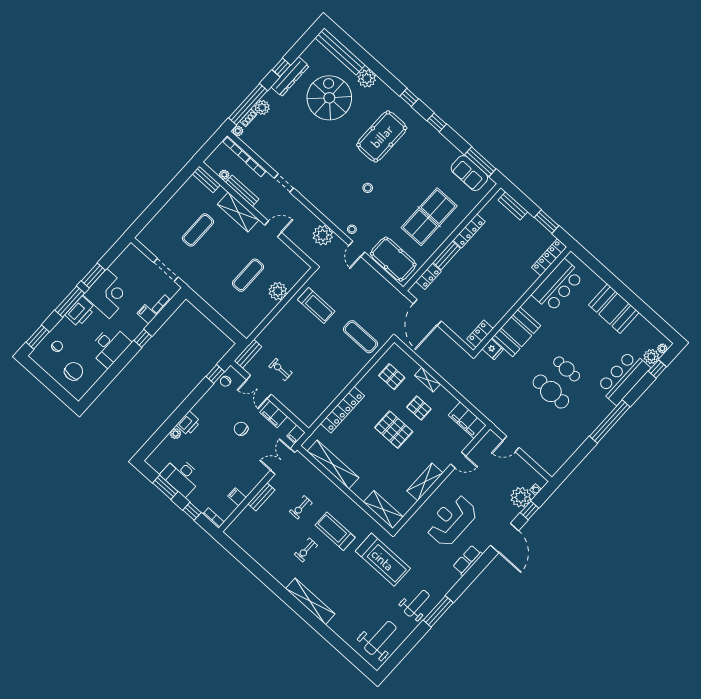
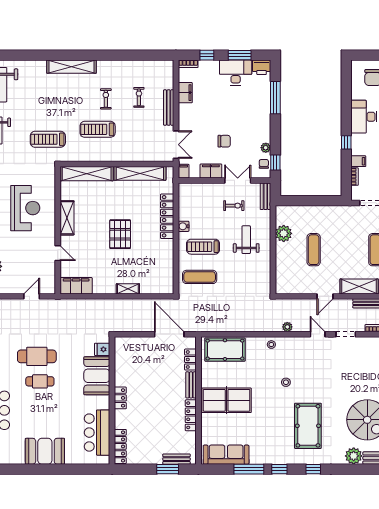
window: (480, 162) -> (249, 469), moved
sofa: (469, 173) -> (226, 455), width x1.36
table tennis table: (429, 217) -> (227, 400), turned 90
window: (546, 222) -> (168, 469), moved
plant: (323, 235) -> (287, 327), width x0.53, depth x0.53
door: (357, 249) -> (318, 334), moved
plant: (278, 291) -> (284, 233), moved
treadmill: (316, 306) -> (203, 247), moved
weight bench: (295, 333) -> (246, 240), added
locker: (480, 334) -> (120, 398), moved
pallet: (392, 377) -> (154, 269), removed
water cooler: (336, 390) -> (184, 226), added
pallet: (419, 408) -> (116, 264), removed
printer: (189, 423) -> (262, 67), moved, turned -90
window: (168, 427) -> (275, 98), added
pallet: (394, 430) -> (120, 234), turned 90
plant: (176, 434) -> (266, 148), moved
door: (458, 460) -> (58, 253), swing flipped
filing cabinet: (237, 497) -> (185, 93), width x2.00
bench: (261, 497) -> (169, 108), width x1.36
exercise bike: (301, 507) -> (139, 97), moved
shelving: (383, 510) -> (87, 174), width x1.47
treadmill: (335, 531) -> (98, 129), turned 180
treadmill: (383, 560) -> (48, 139), width x0.73, depth x0.73

